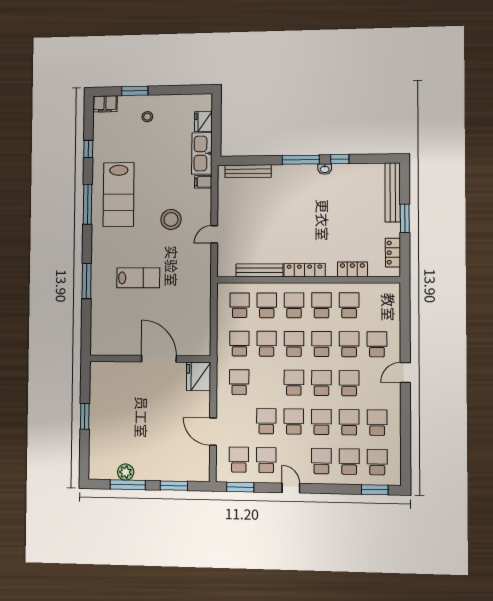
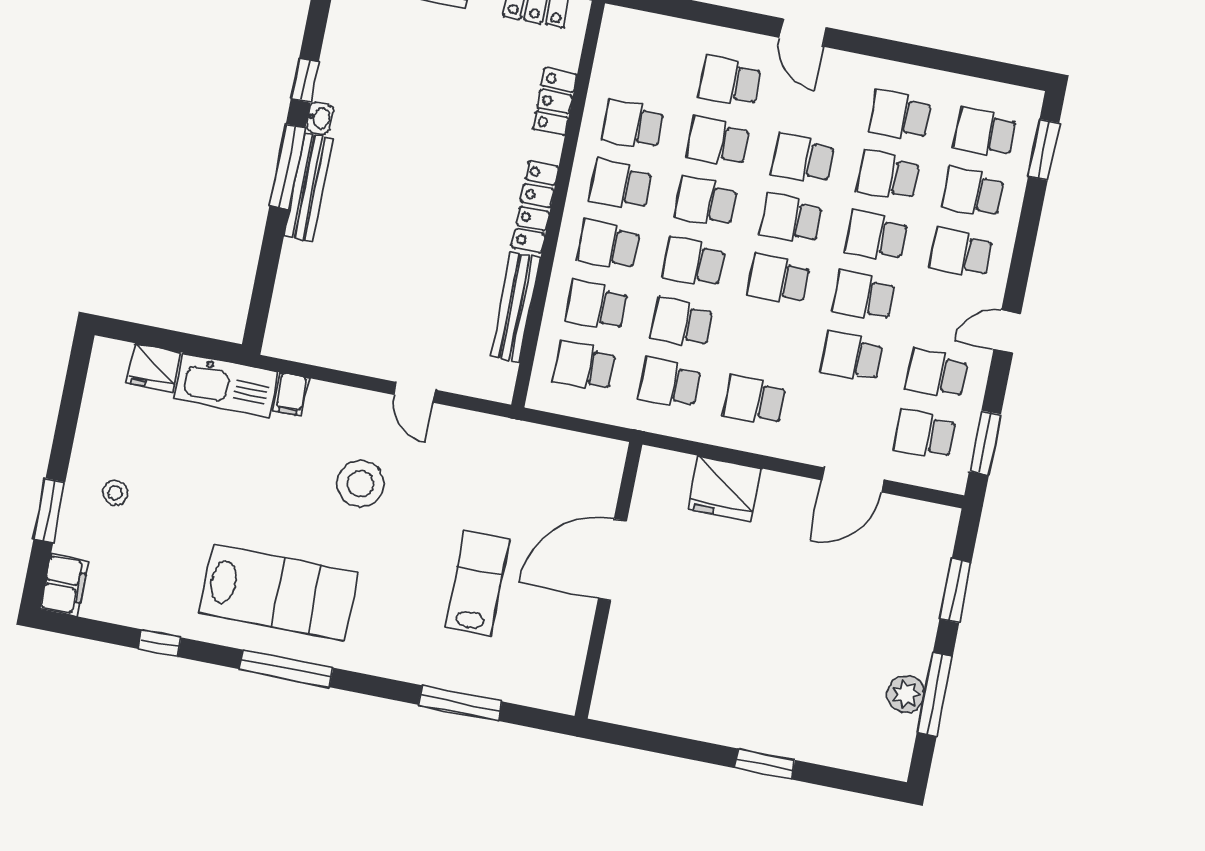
bench: (248, 171) -> (309, 188), moved
wall: (150, 359) -> (608, 580), moved
door: (159, 359) -> (613, 560), moved

